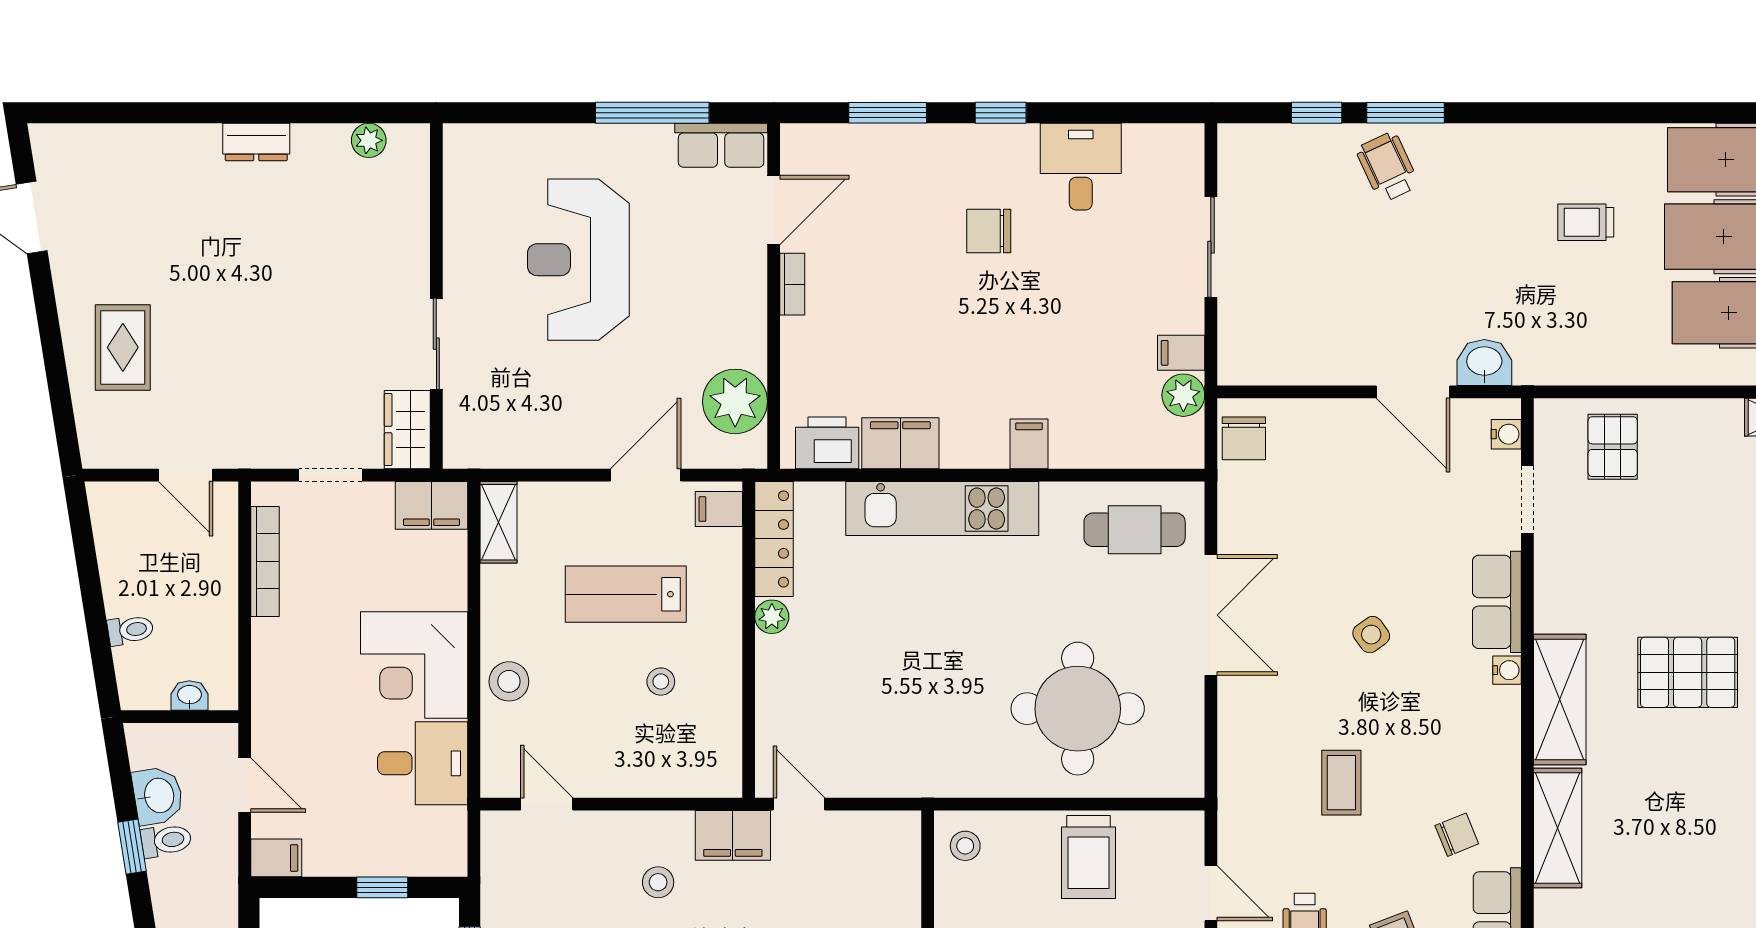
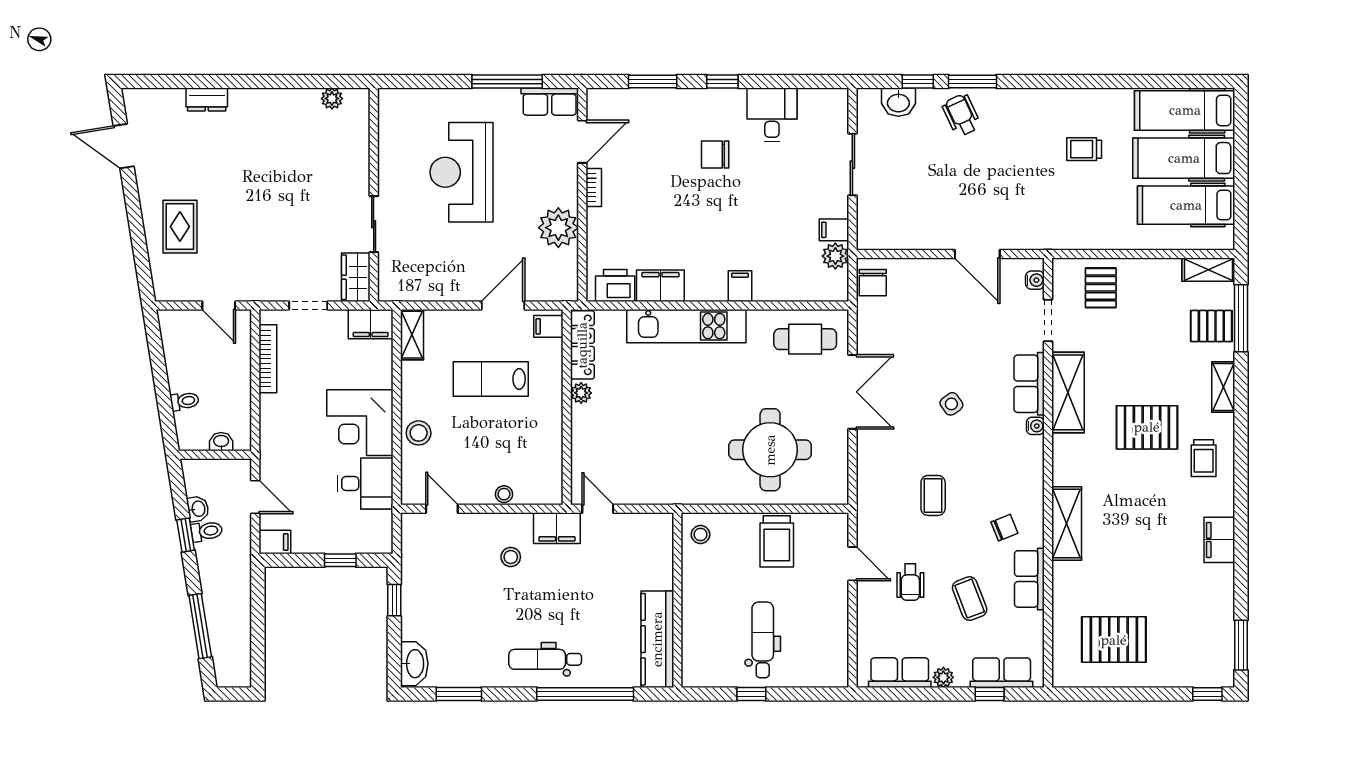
dresser: (256, 142) -> (207, 100), moved
washbasin: (1484, 362) -> (898, 102), moved, turned 180
plant: (735, 401) -> (558, 228), moved
stool: (661, 682) -> (504, 494), moved
shelving: (1560, 699) -> (1068, 392), moved
washbasin: (158, 796) -> (198, 509), width x0.72, depth x0.69

